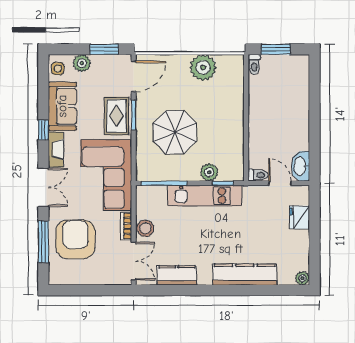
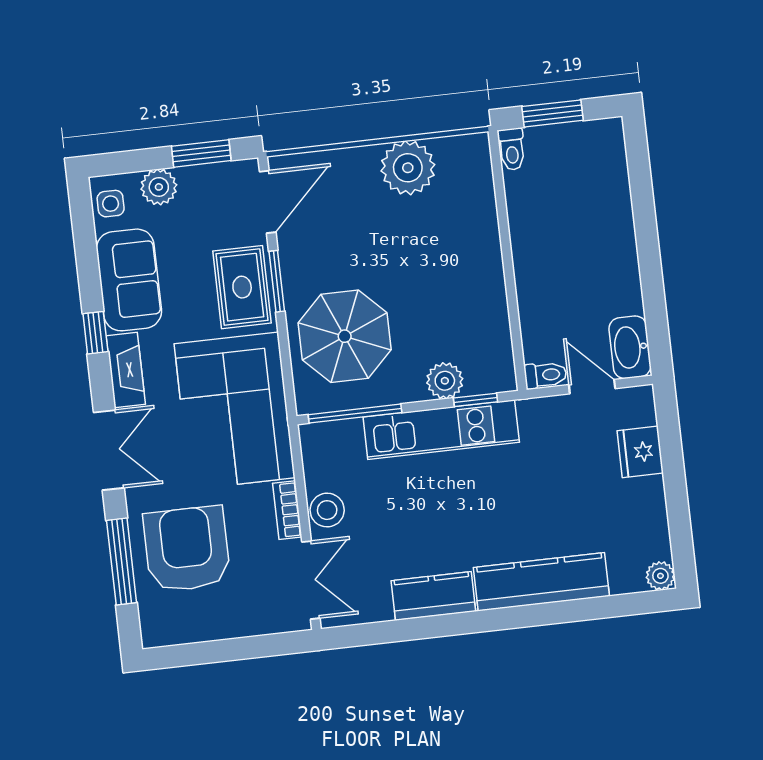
parasol: (175, 132) -> (345, 336), moved
kitchen counter: (177, 275) -> (433, 596), moved

